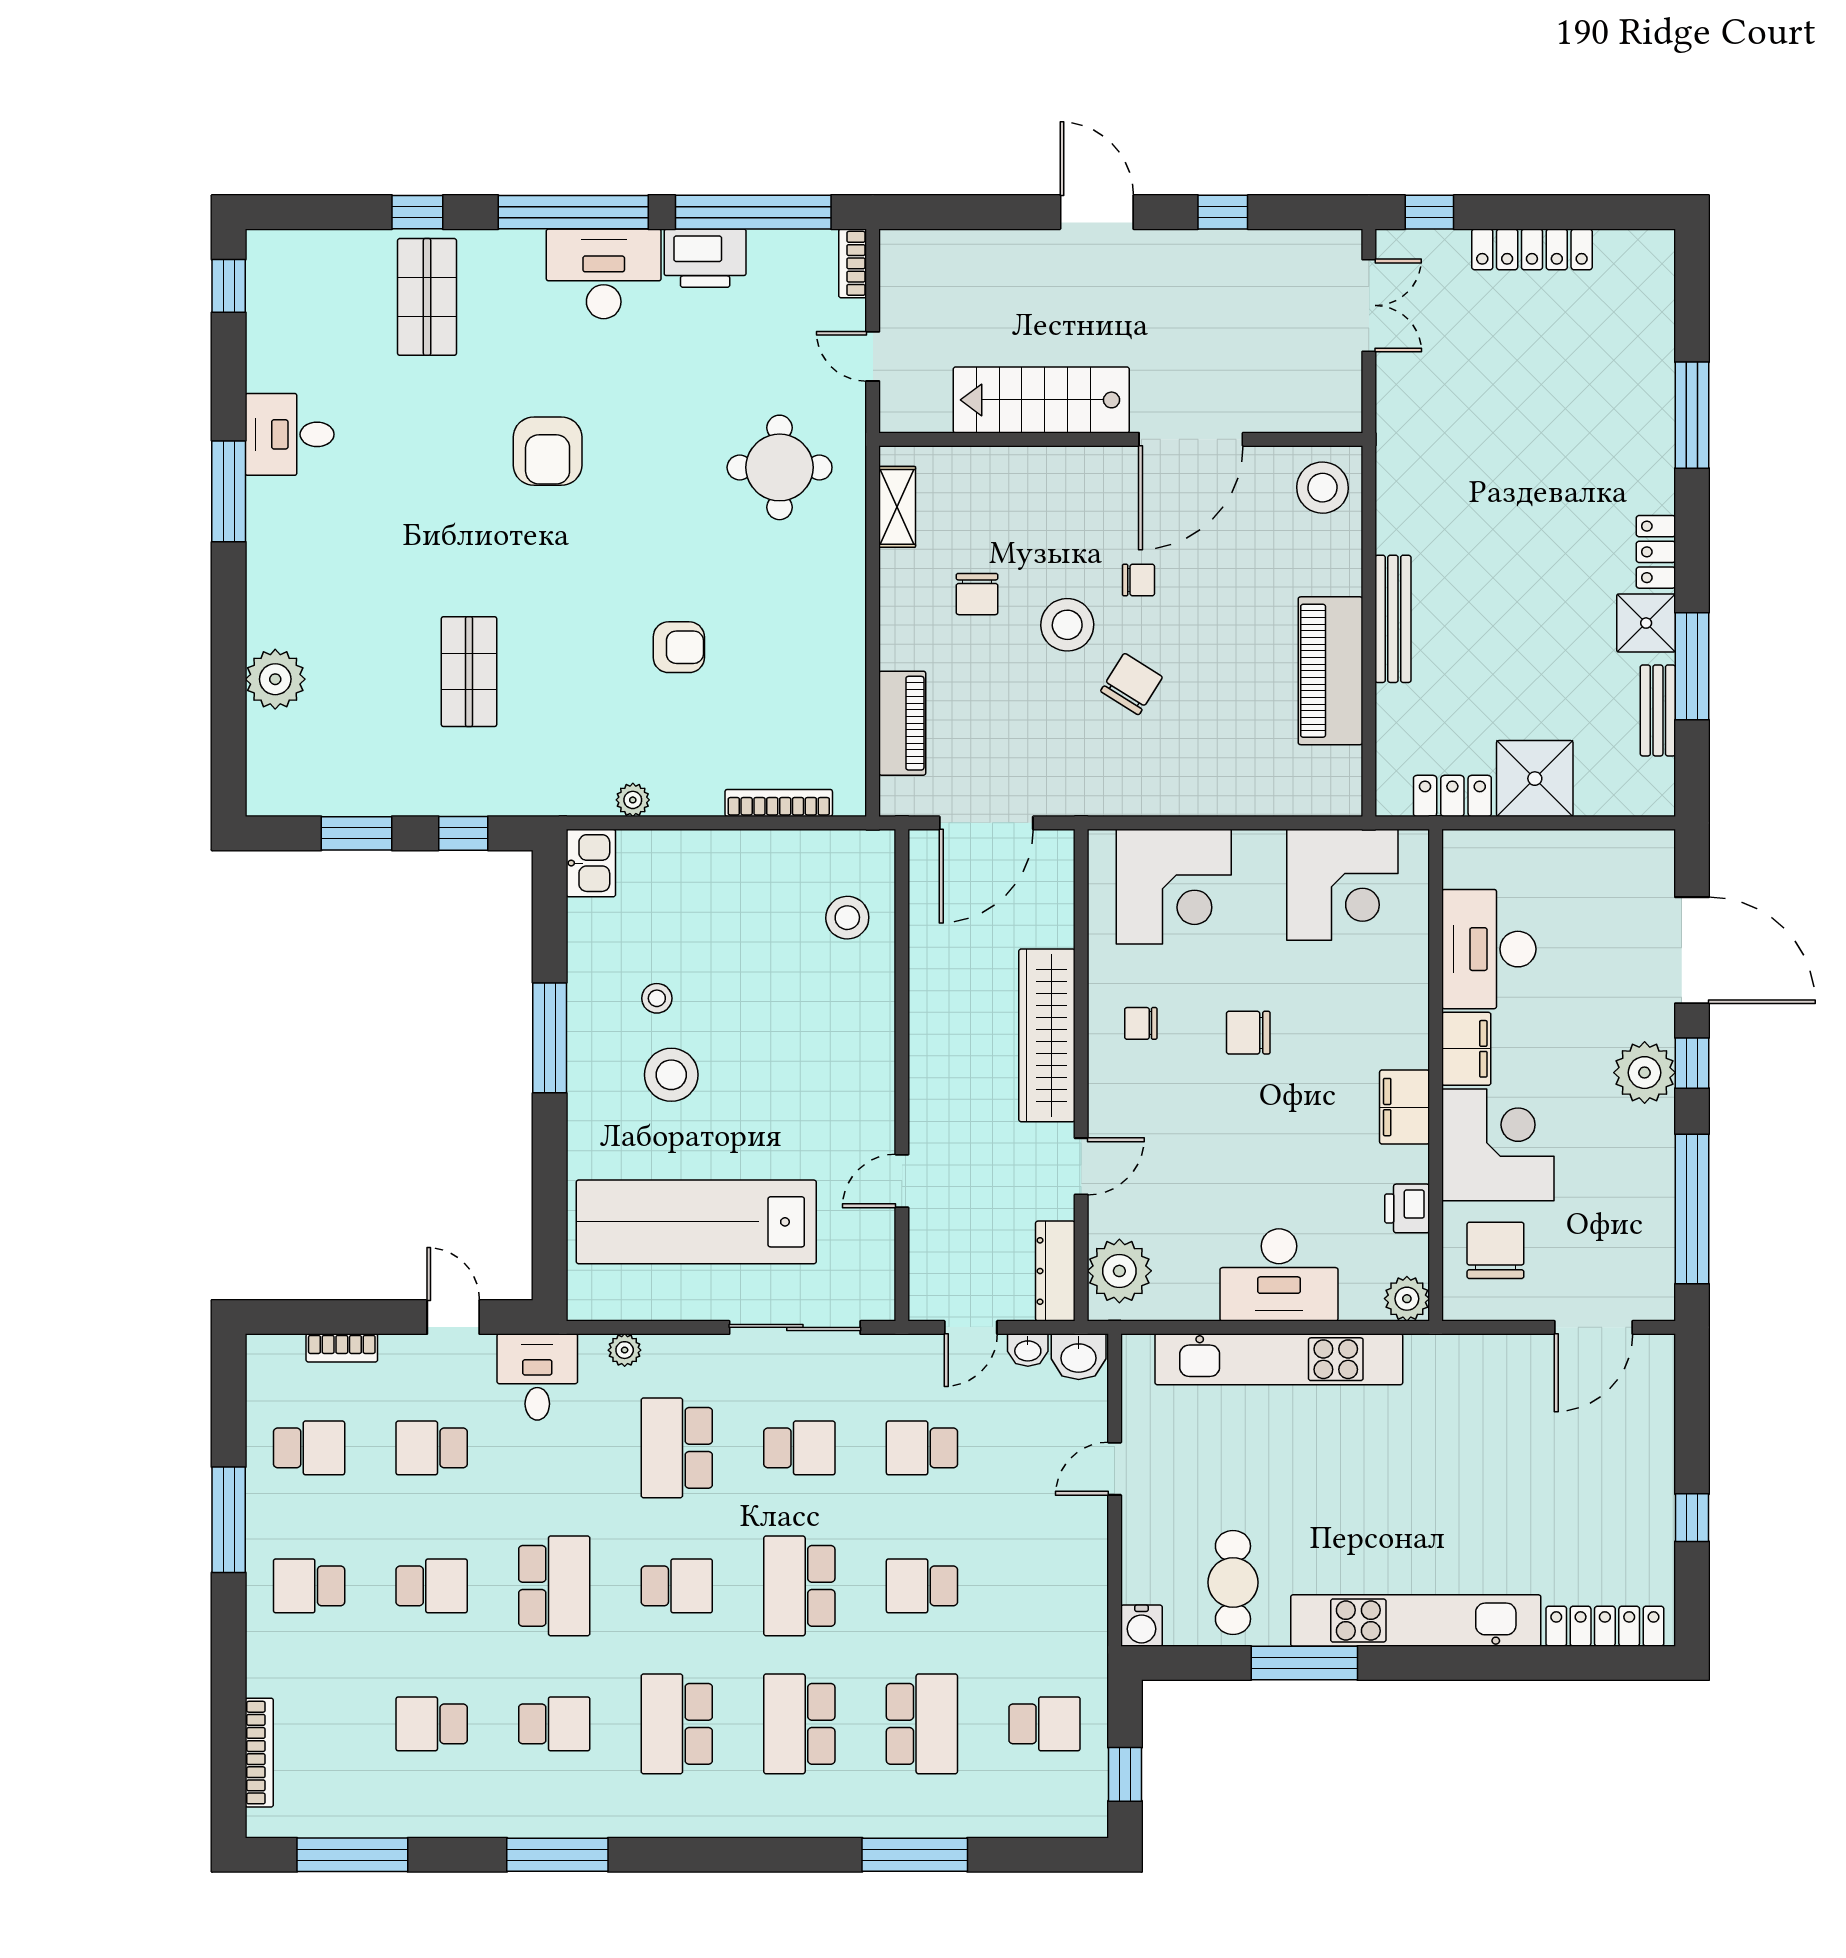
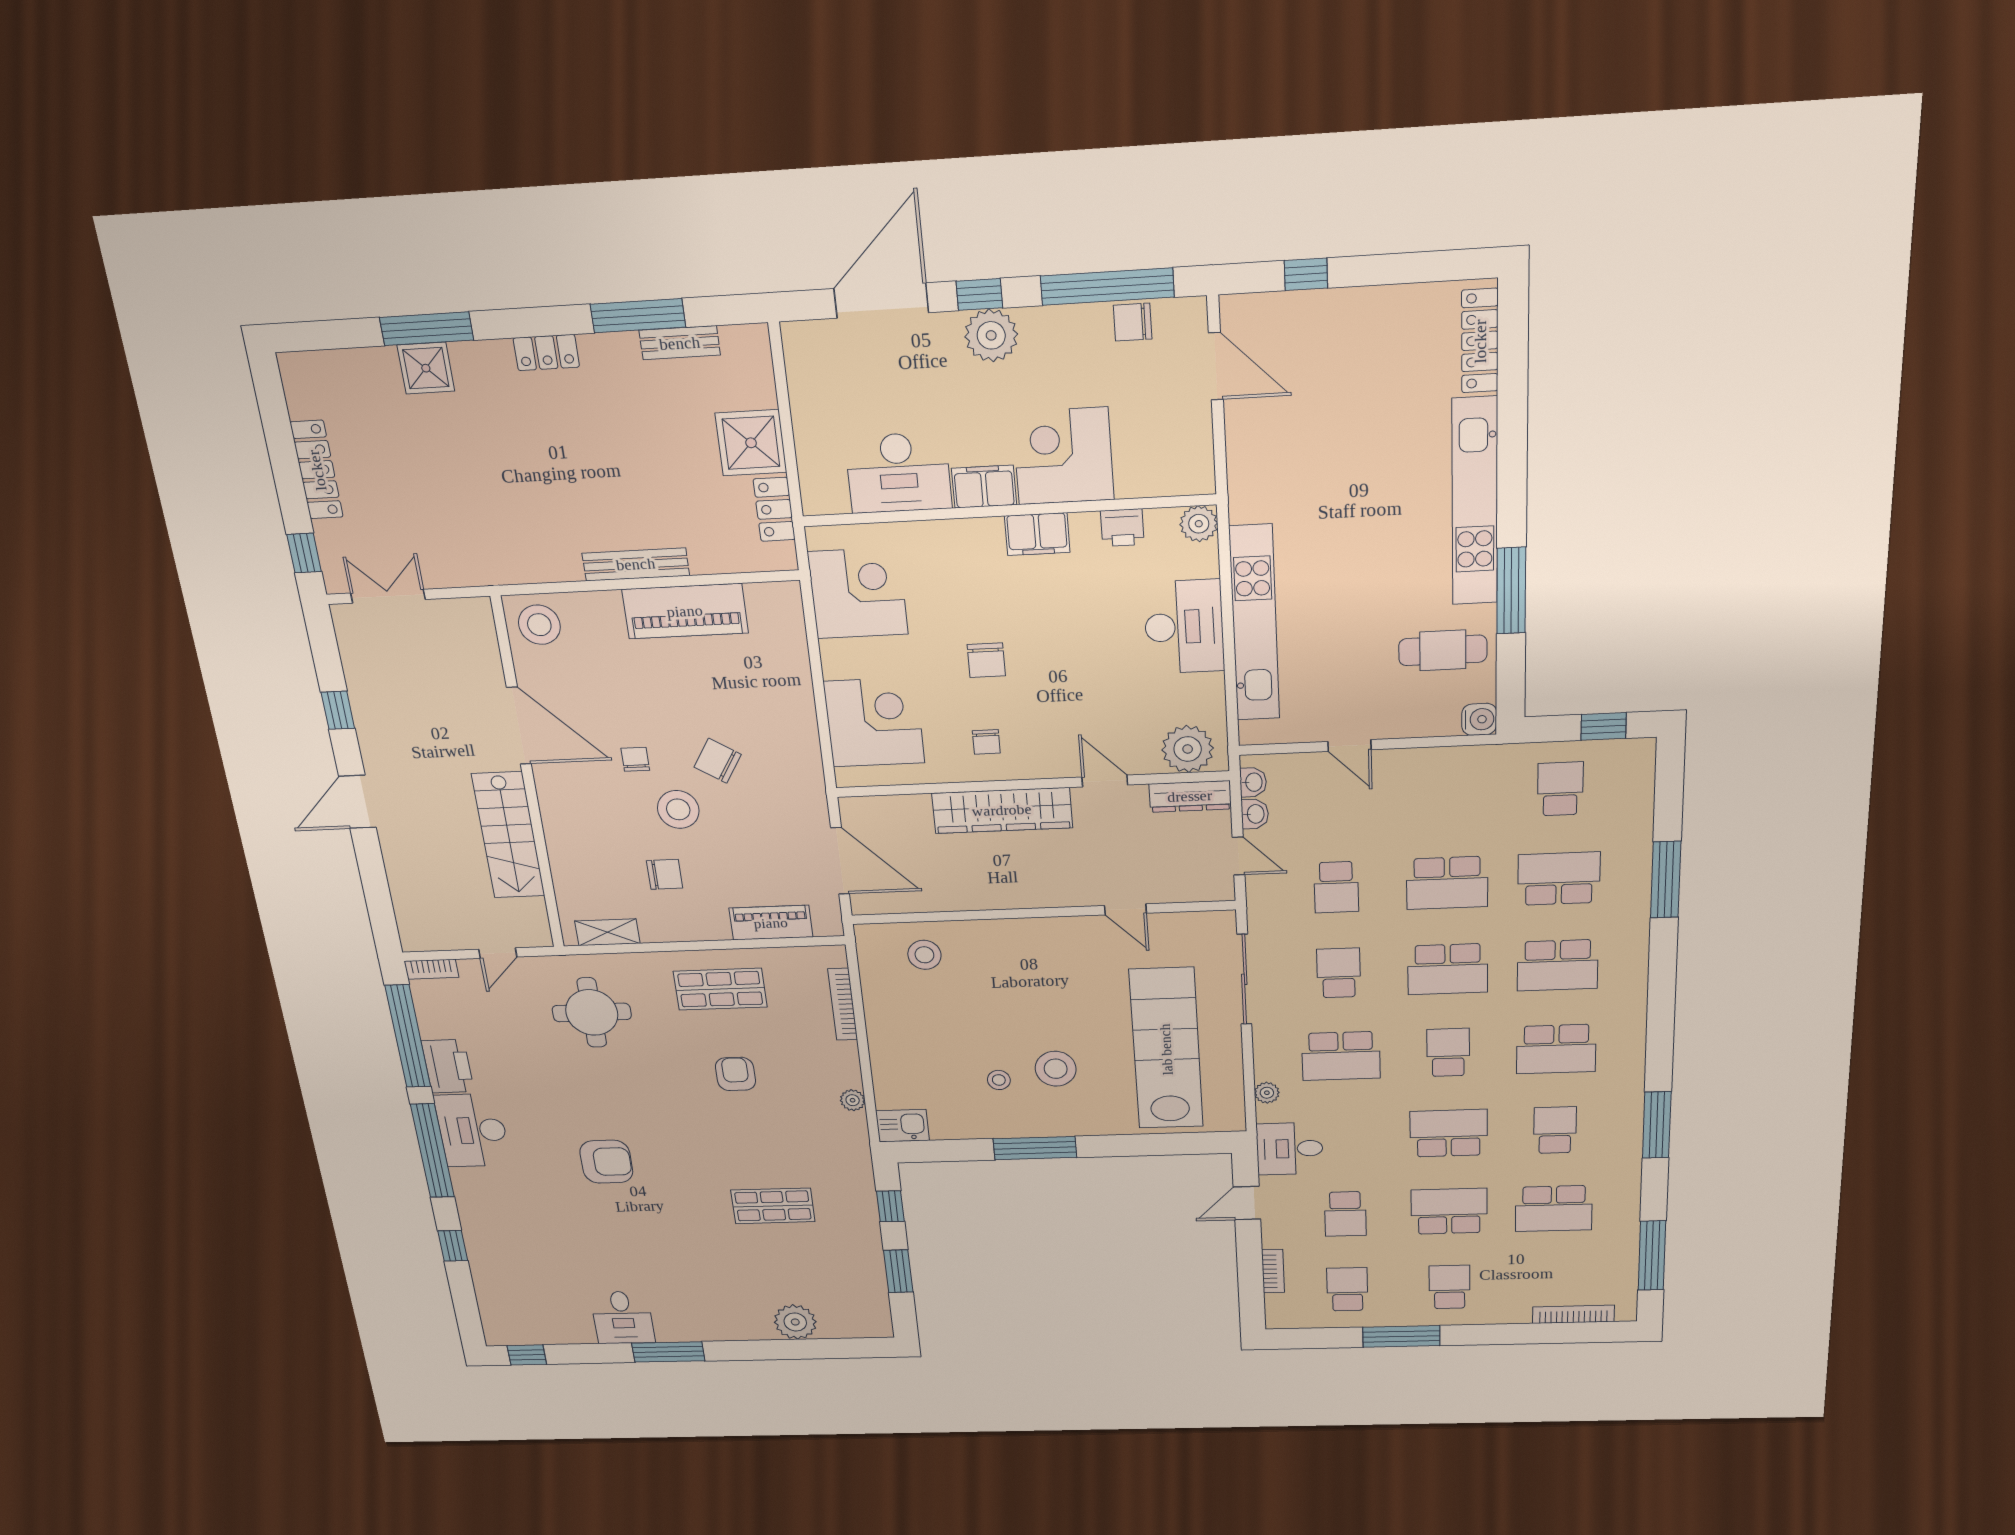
shop shelf: (427, 297) -> (720, 989), moved
shower: (1646, 623) -> (426, 368), moved
lab bench: (696, 1222) -> (1166, 1049), turned 180
chair: (1495, 1250) -> (1133, 322), moved, width x0.73, depth x0.73
washbasin: (1079, 1357) -> (1253, 782), width x0.72, depth x0.69
window: (1692, 1518) -> (1306, 274), moved
school desk: (309, 1586) -> (1450, 1287), turned 180
school desk: (432, 1586) -> (1449, 1211), width x1.85
school desk: (922, 1586) -> (1447, 883), width x1.85
school desk: (432, 1724) -> (1554, 1209), width x1.85

